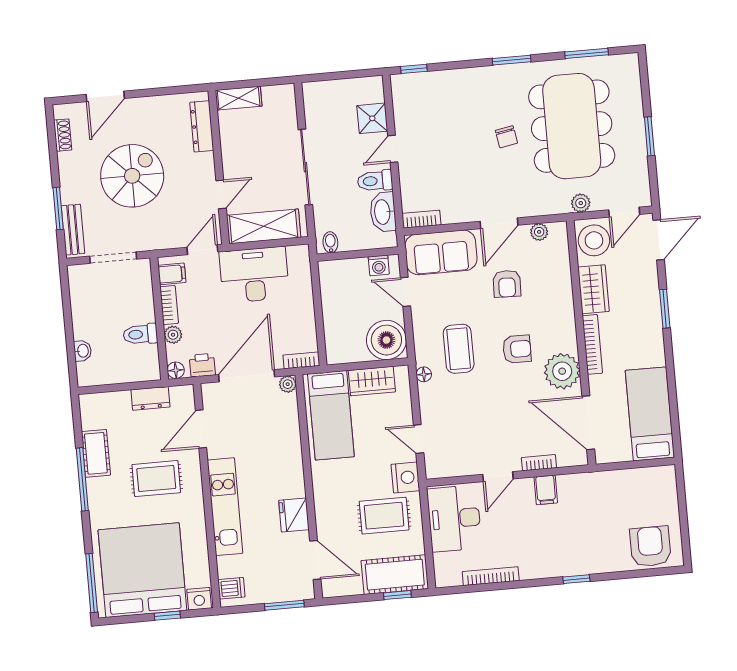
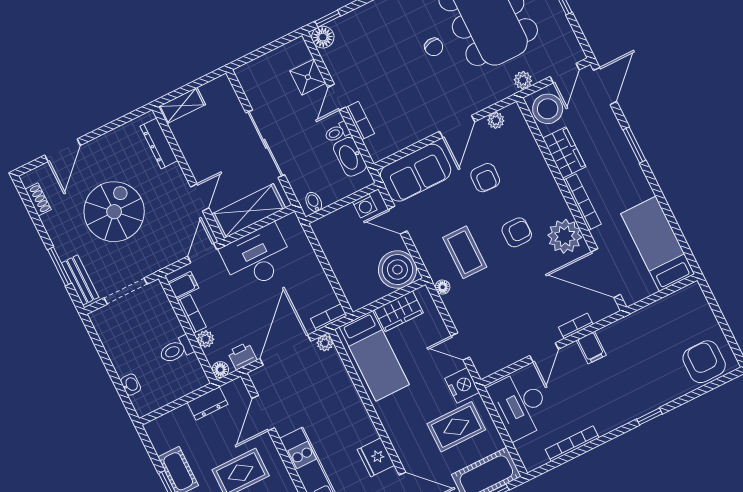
floor lamp: (402, 85) -> (323, 37), added
toilet: (375, 181) -> (337, 132), width x0.73, depth x0.72
bookcase: (421, 219) -> (360, 121), moved, turned 90

